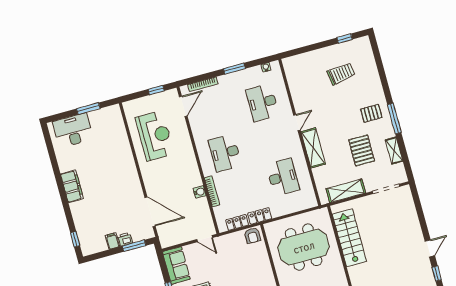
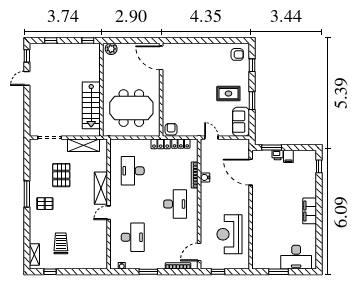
trolley: (341, 74) -> (61, 243), turned 98
shelving: (394, 151) -> (34, 254), moved

